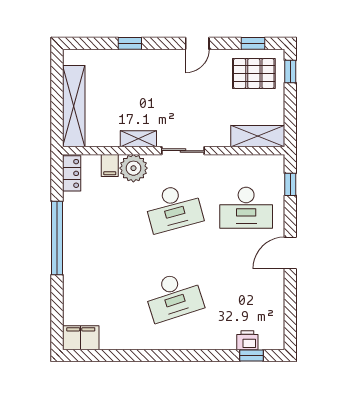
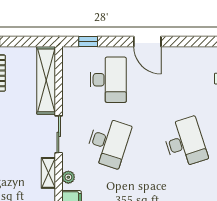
shelving: (258, 136) -> (46, 80), width x1.47
plant: (133, 168) -> (68, 177), width x0.53, depth x0.53
desk: (174, 208) -> (108, 142), turned 33

